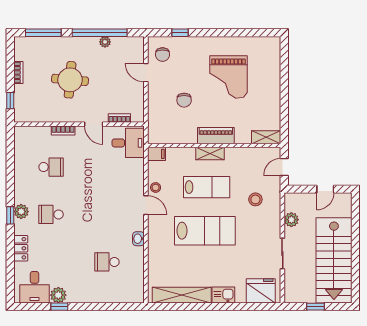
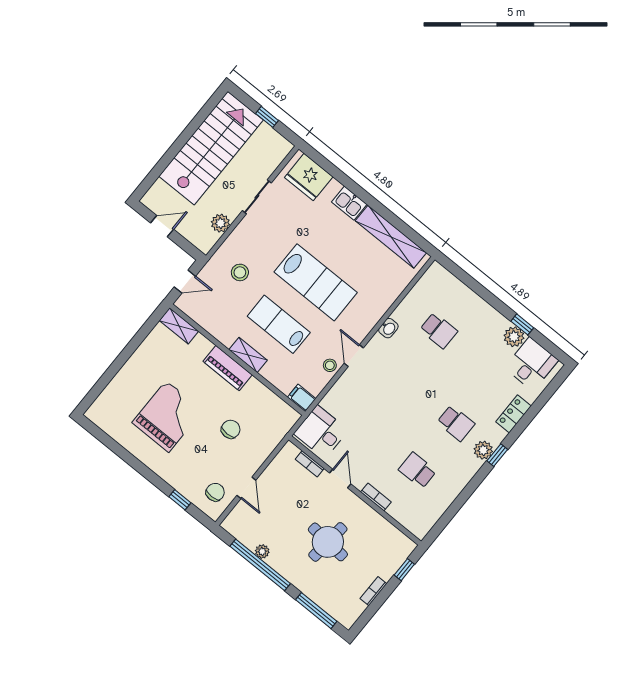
lab bench: (205, 231) -> (316, 282), turned 180

